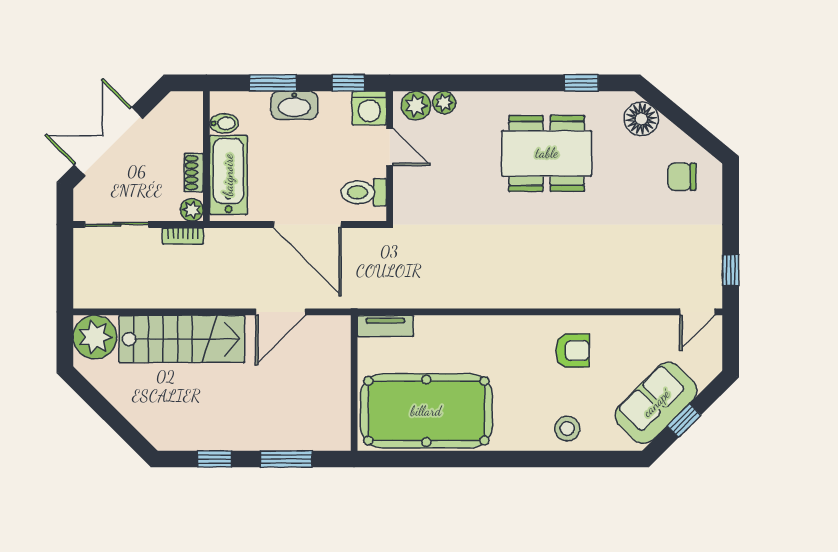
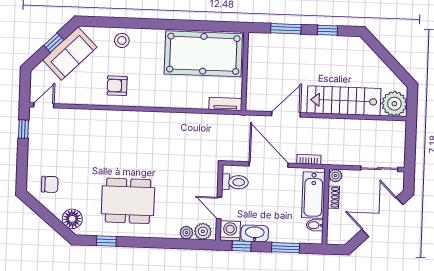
washbasin: (294, 105) -> (255, 233), moved
double door: (108, 142) -> (382, 217), swing flipped
bookcase: (183, 236) -> (309, 159), moved

